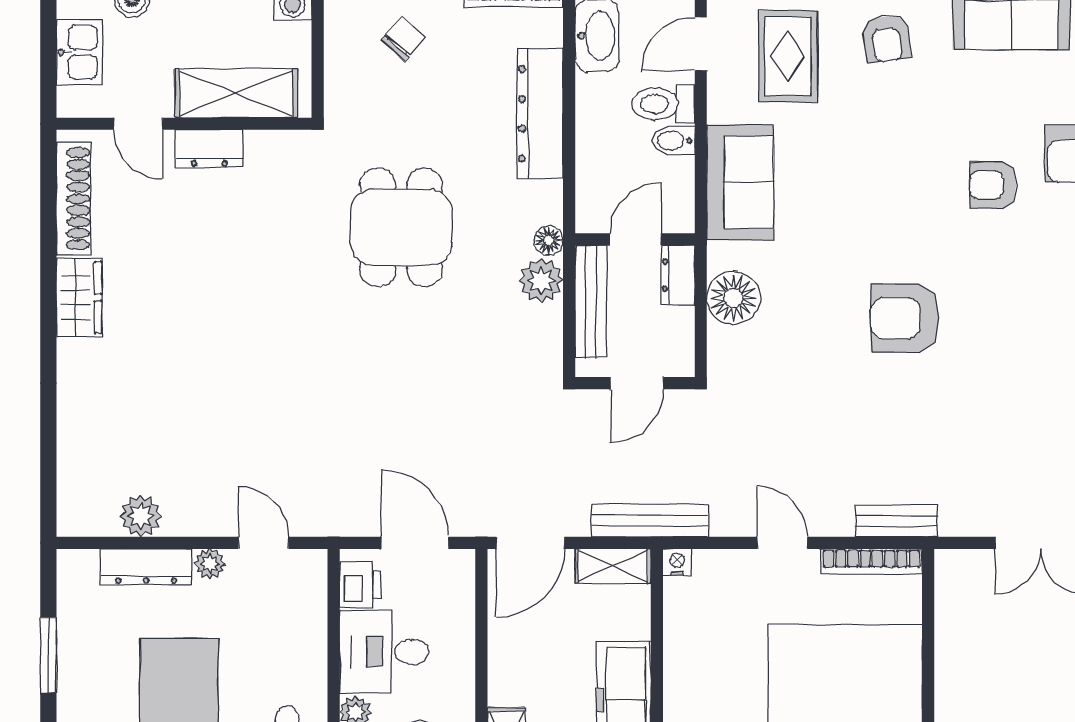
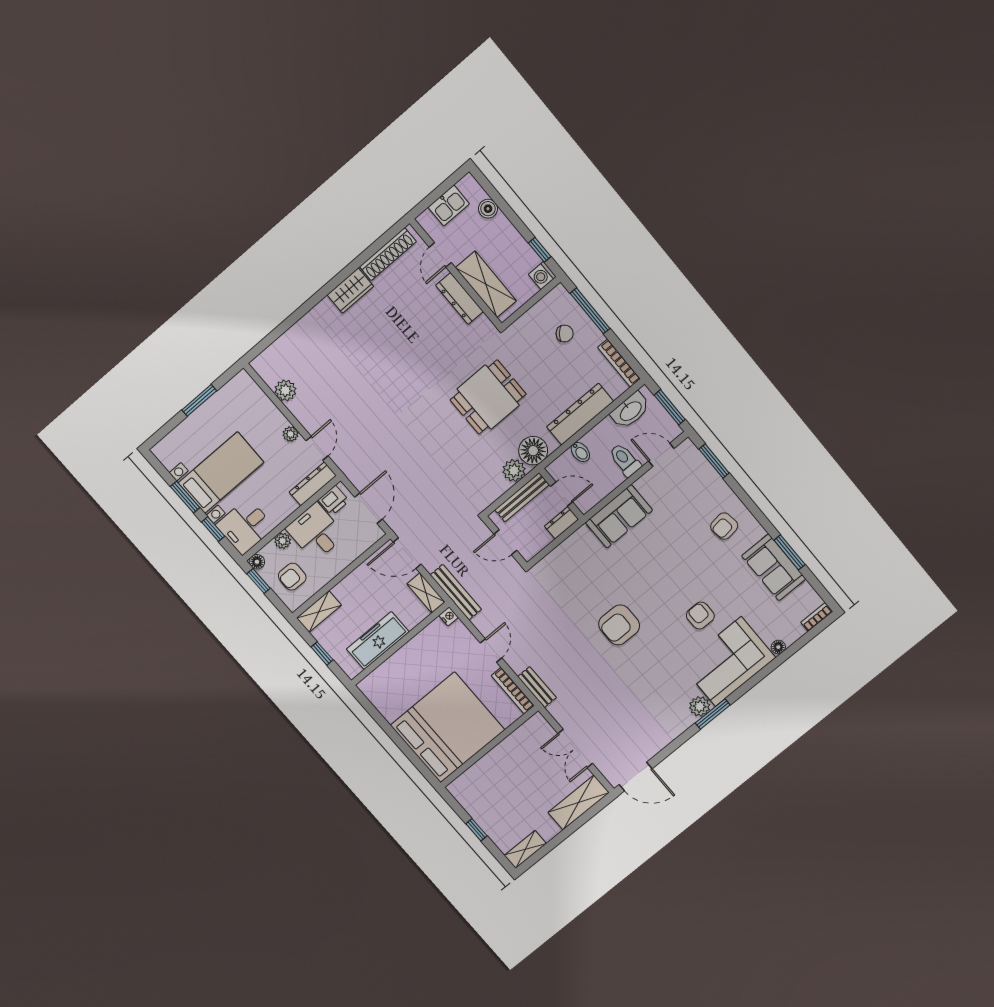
rug: (788, 56) -> (685, 493), removed
bidet: (674, 141) -> (580, 452), moved, turned 180
dresser: (209, 149) -> (460, 298), width x1.44
floor lamp: (548, 240) -> (533, 451), width x1.89, depth x1.89
floor lamp: (733, 298) -> (571, 552), removed
armchair: (905, 318) -> (619, 625), turned -90
dresser: (146, 567) -> (313, 484), moved, turned 90

